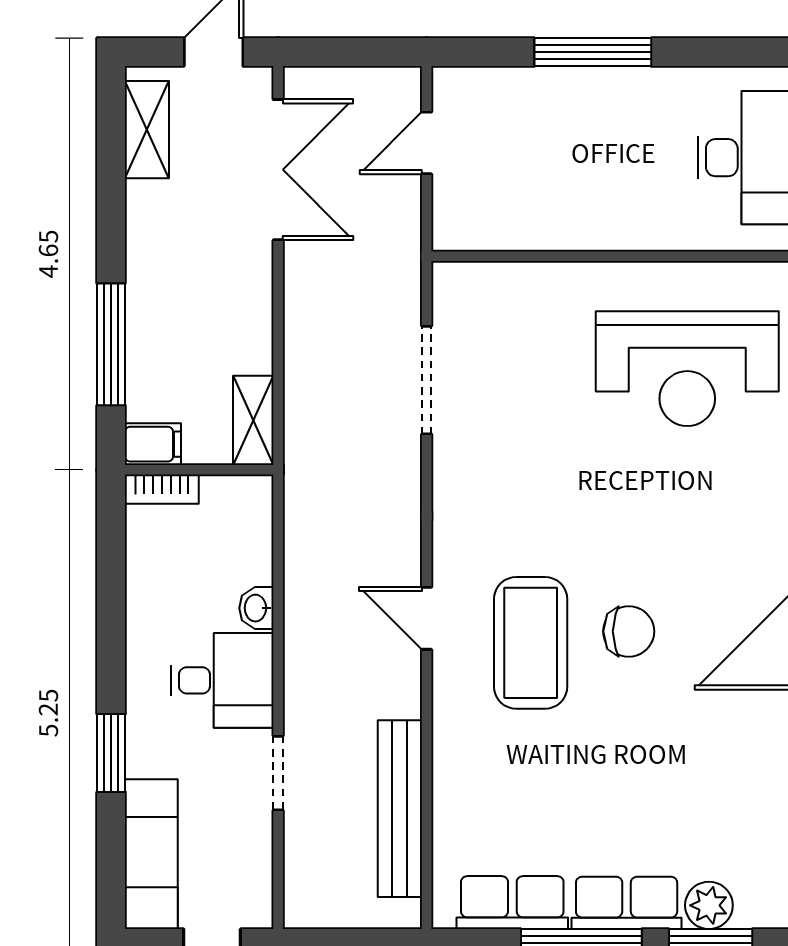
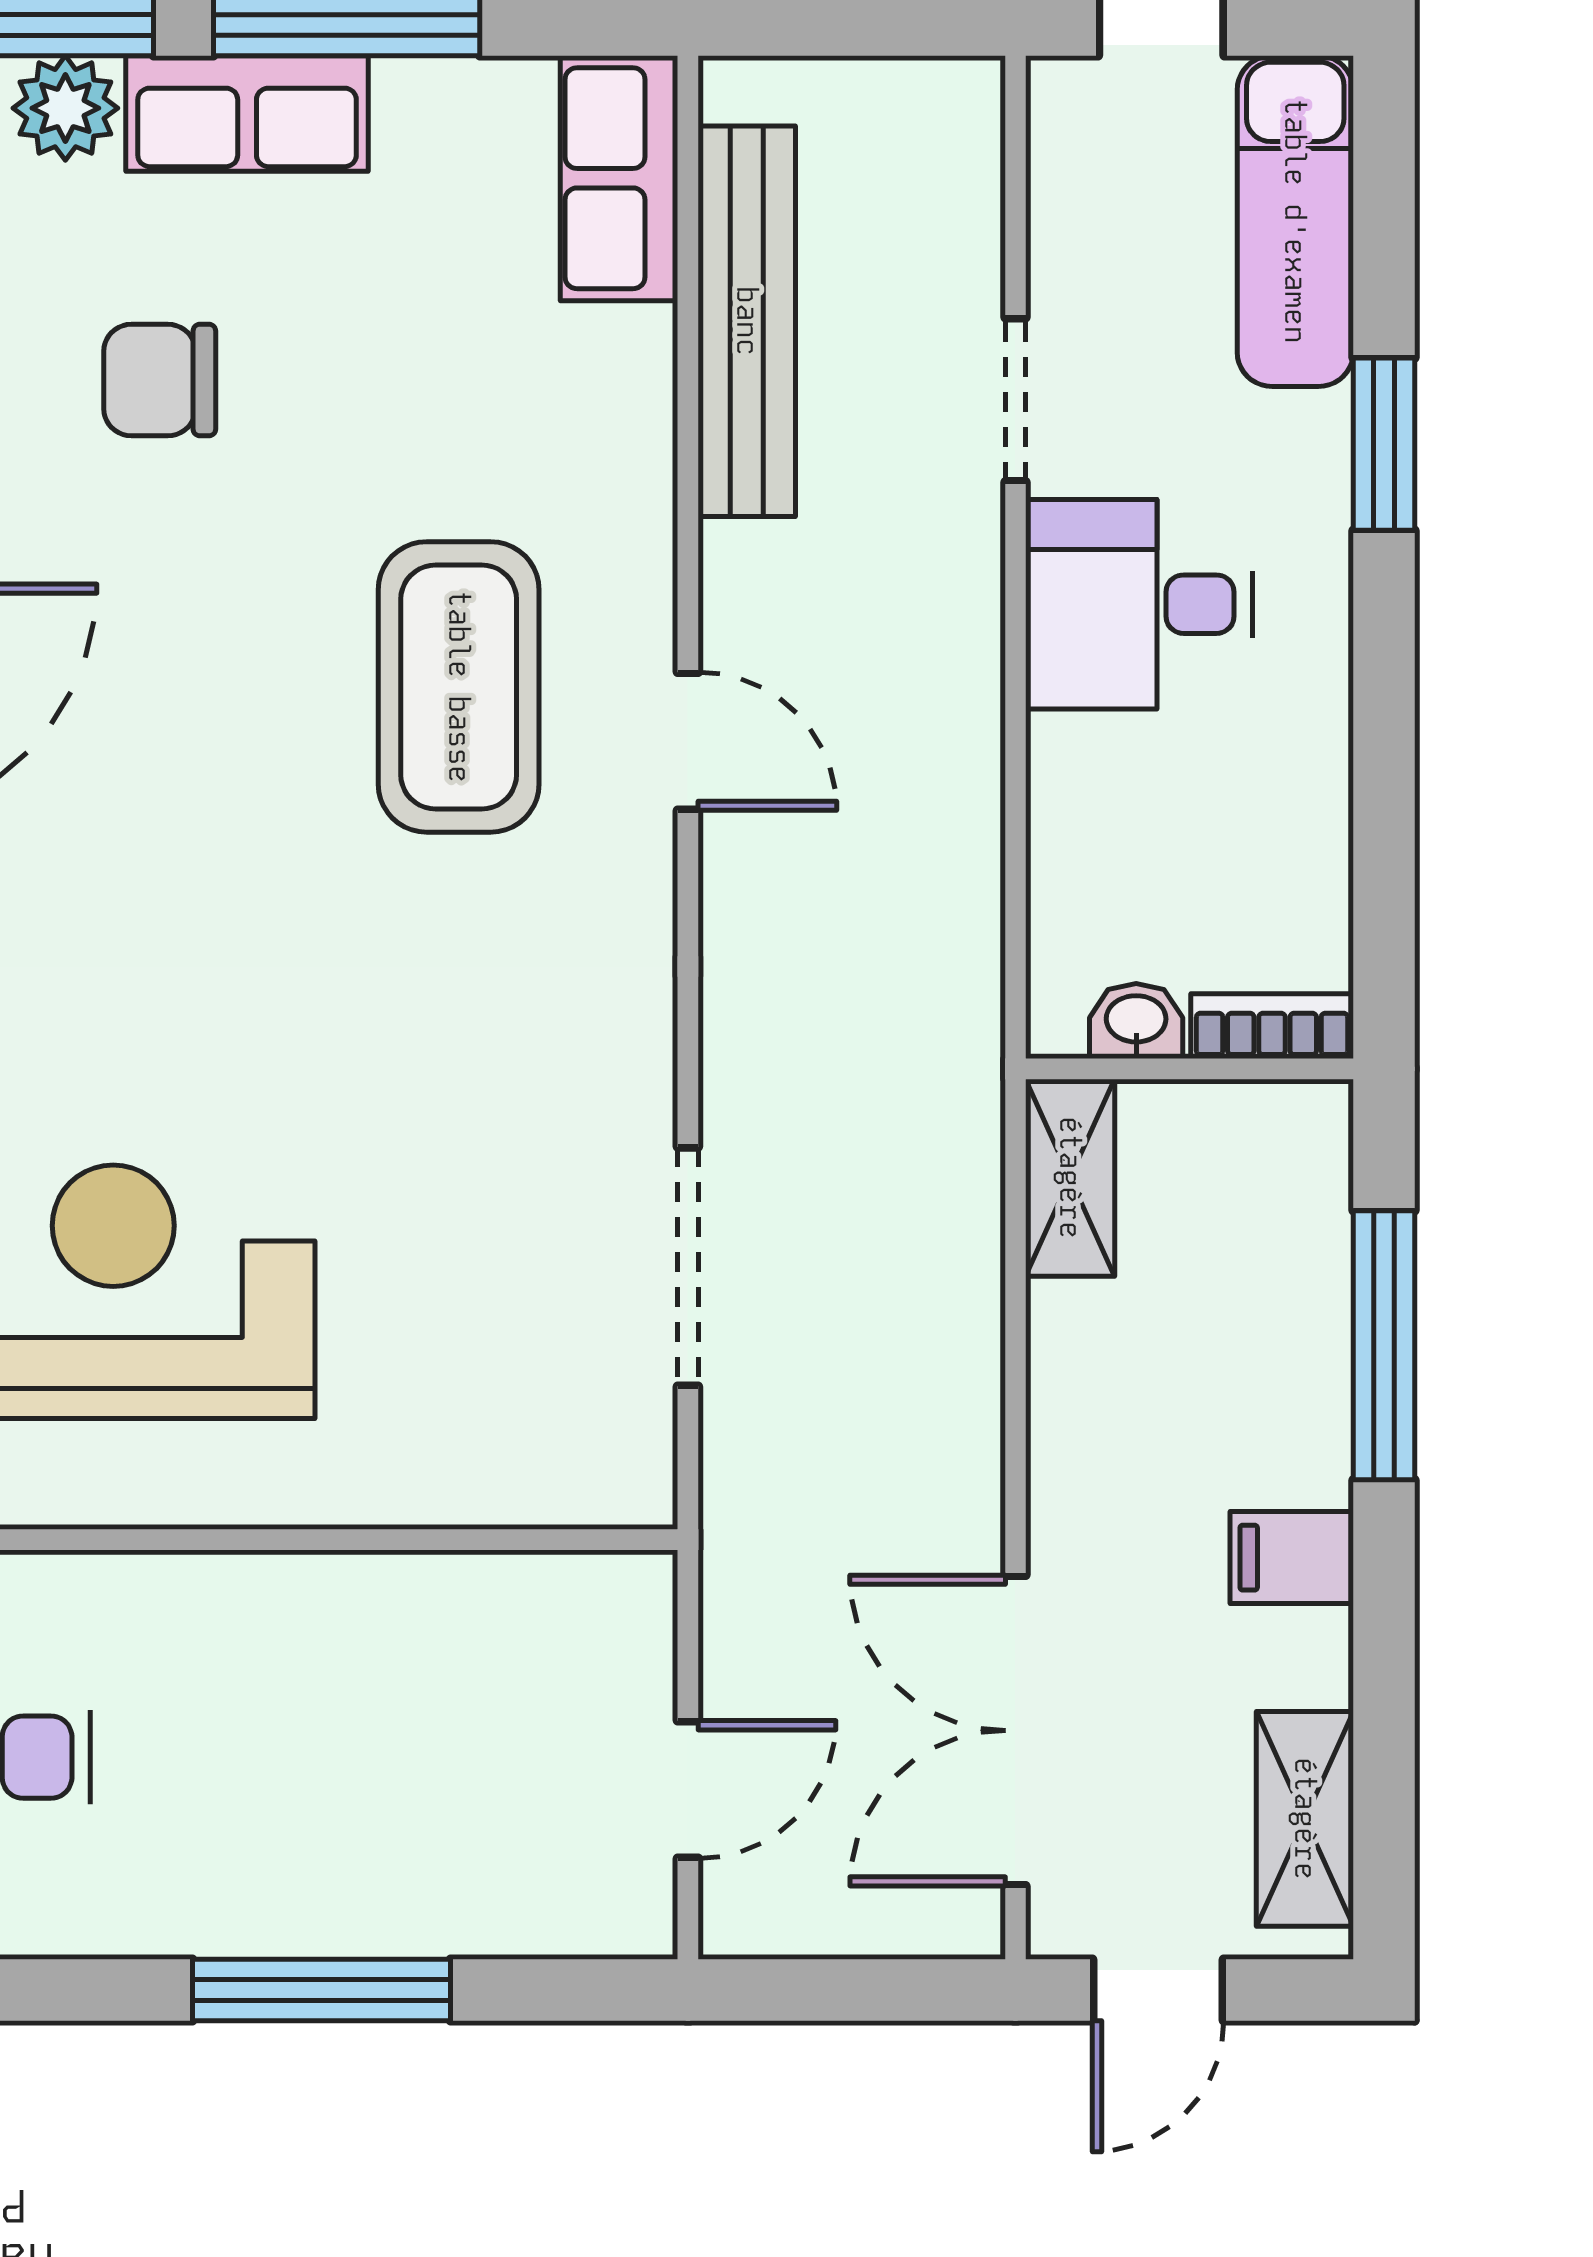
filing cabinet: (153, 444) -> (1292, 1558), moved
washbasin: (256, 608) -> (1136, 1021), moved, turned -90
chair: (629, 631) -> (160, 380), moved
row of seats: (512, 903) -> (619, 178), moved, turned 90

